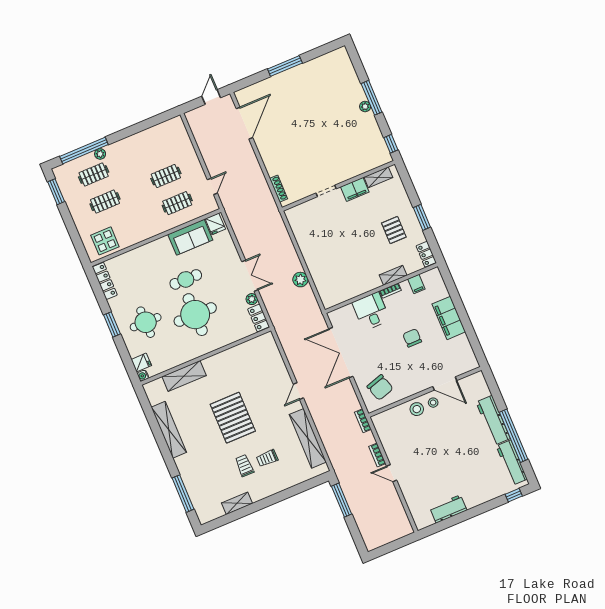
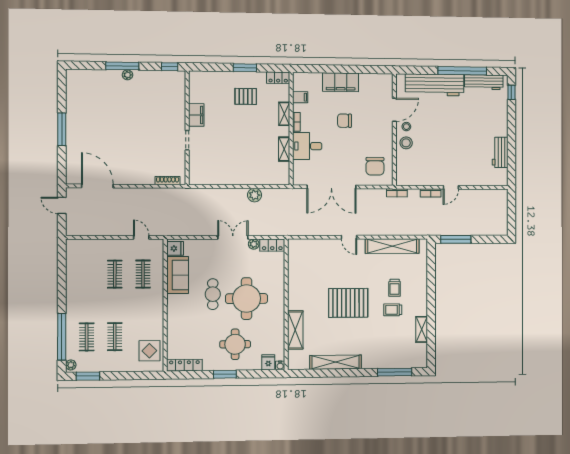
plant: (100, 154) -> (71, 365), moved
shelving: (378, 177) -> (284, 149), moved
chair: (380, 388) -> (375, 166), turned 107
workbench: (493, 420) -> (435, 85), width x1.36, depth x1.32

